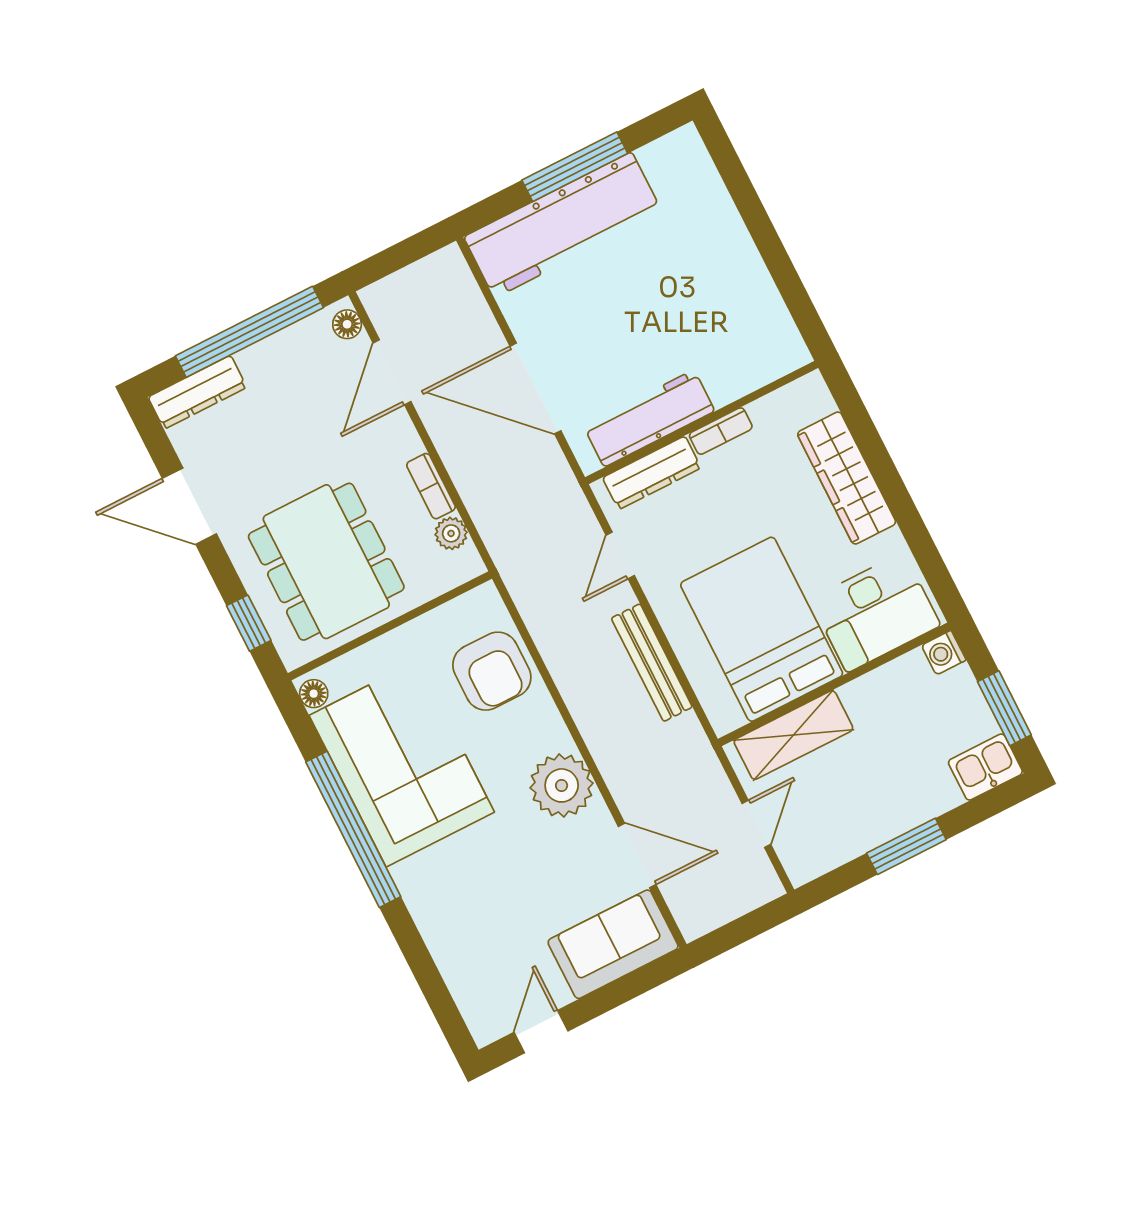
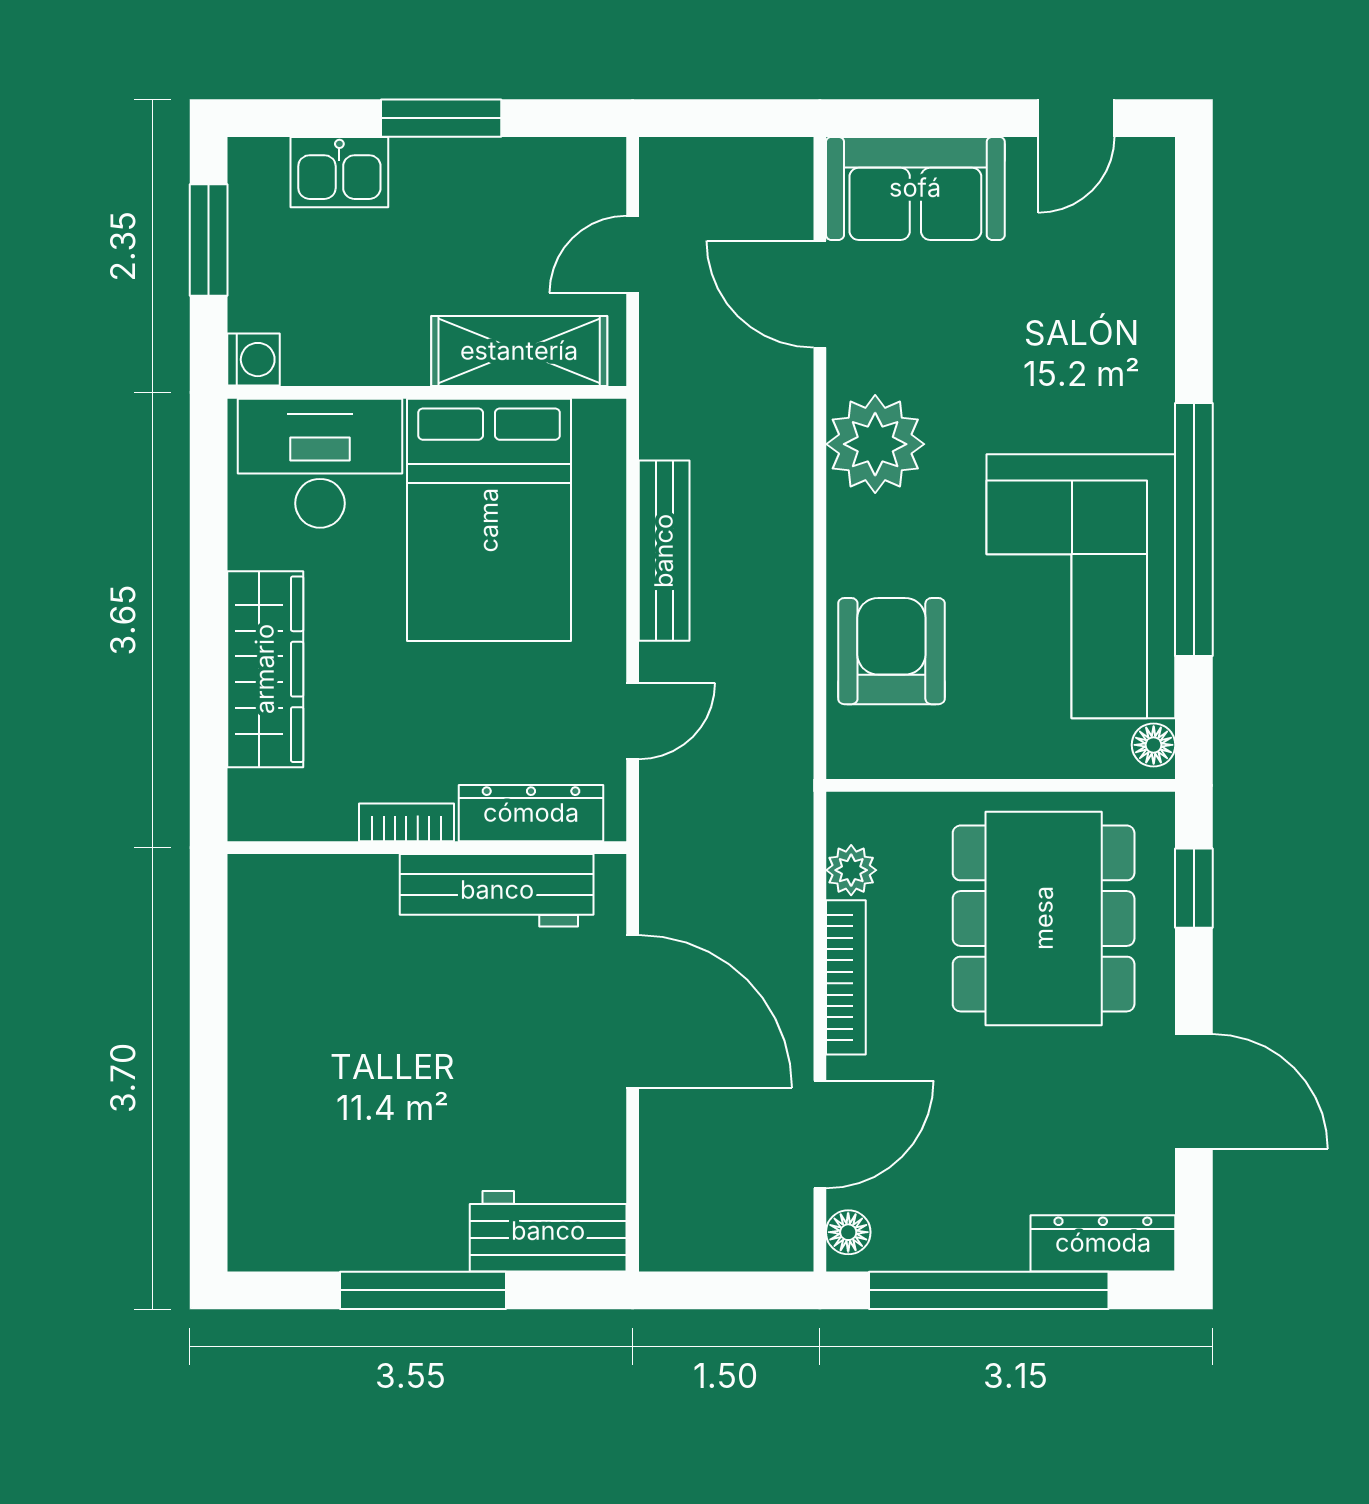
workbench: (563, 225) -> (548, 1231), width x0.53, depth x0.76
bookcase: (431, 486) -> (846, 977), width x1.56
kitchen sink: (985, 767) -> (339, 172), moved

